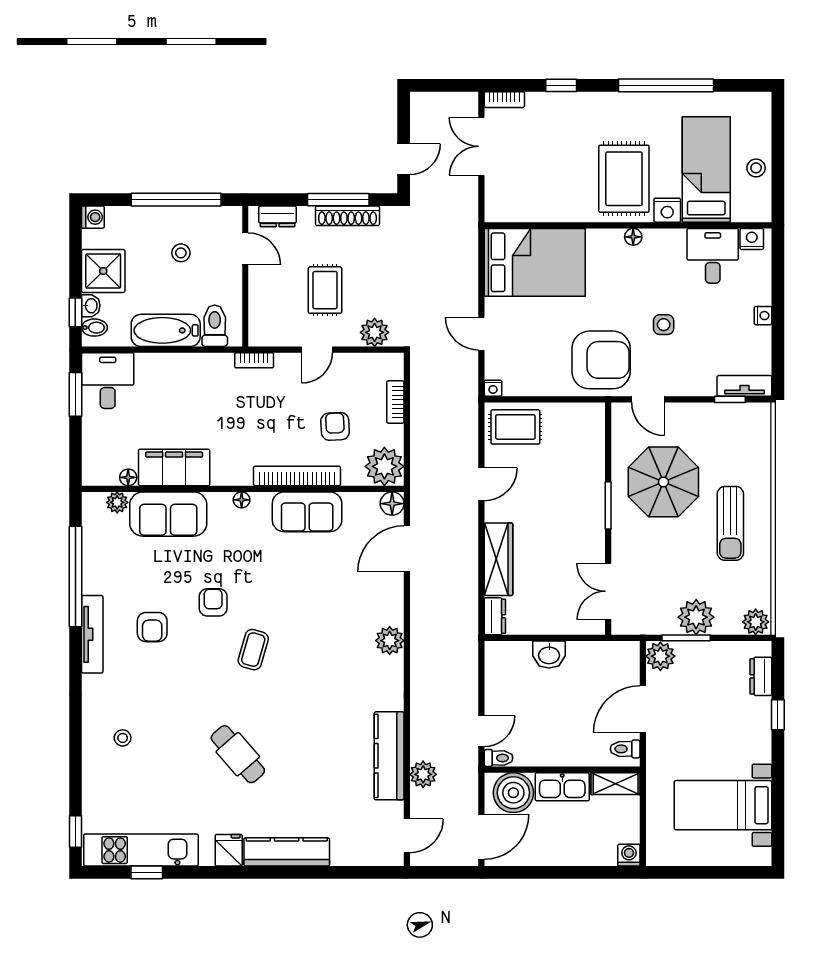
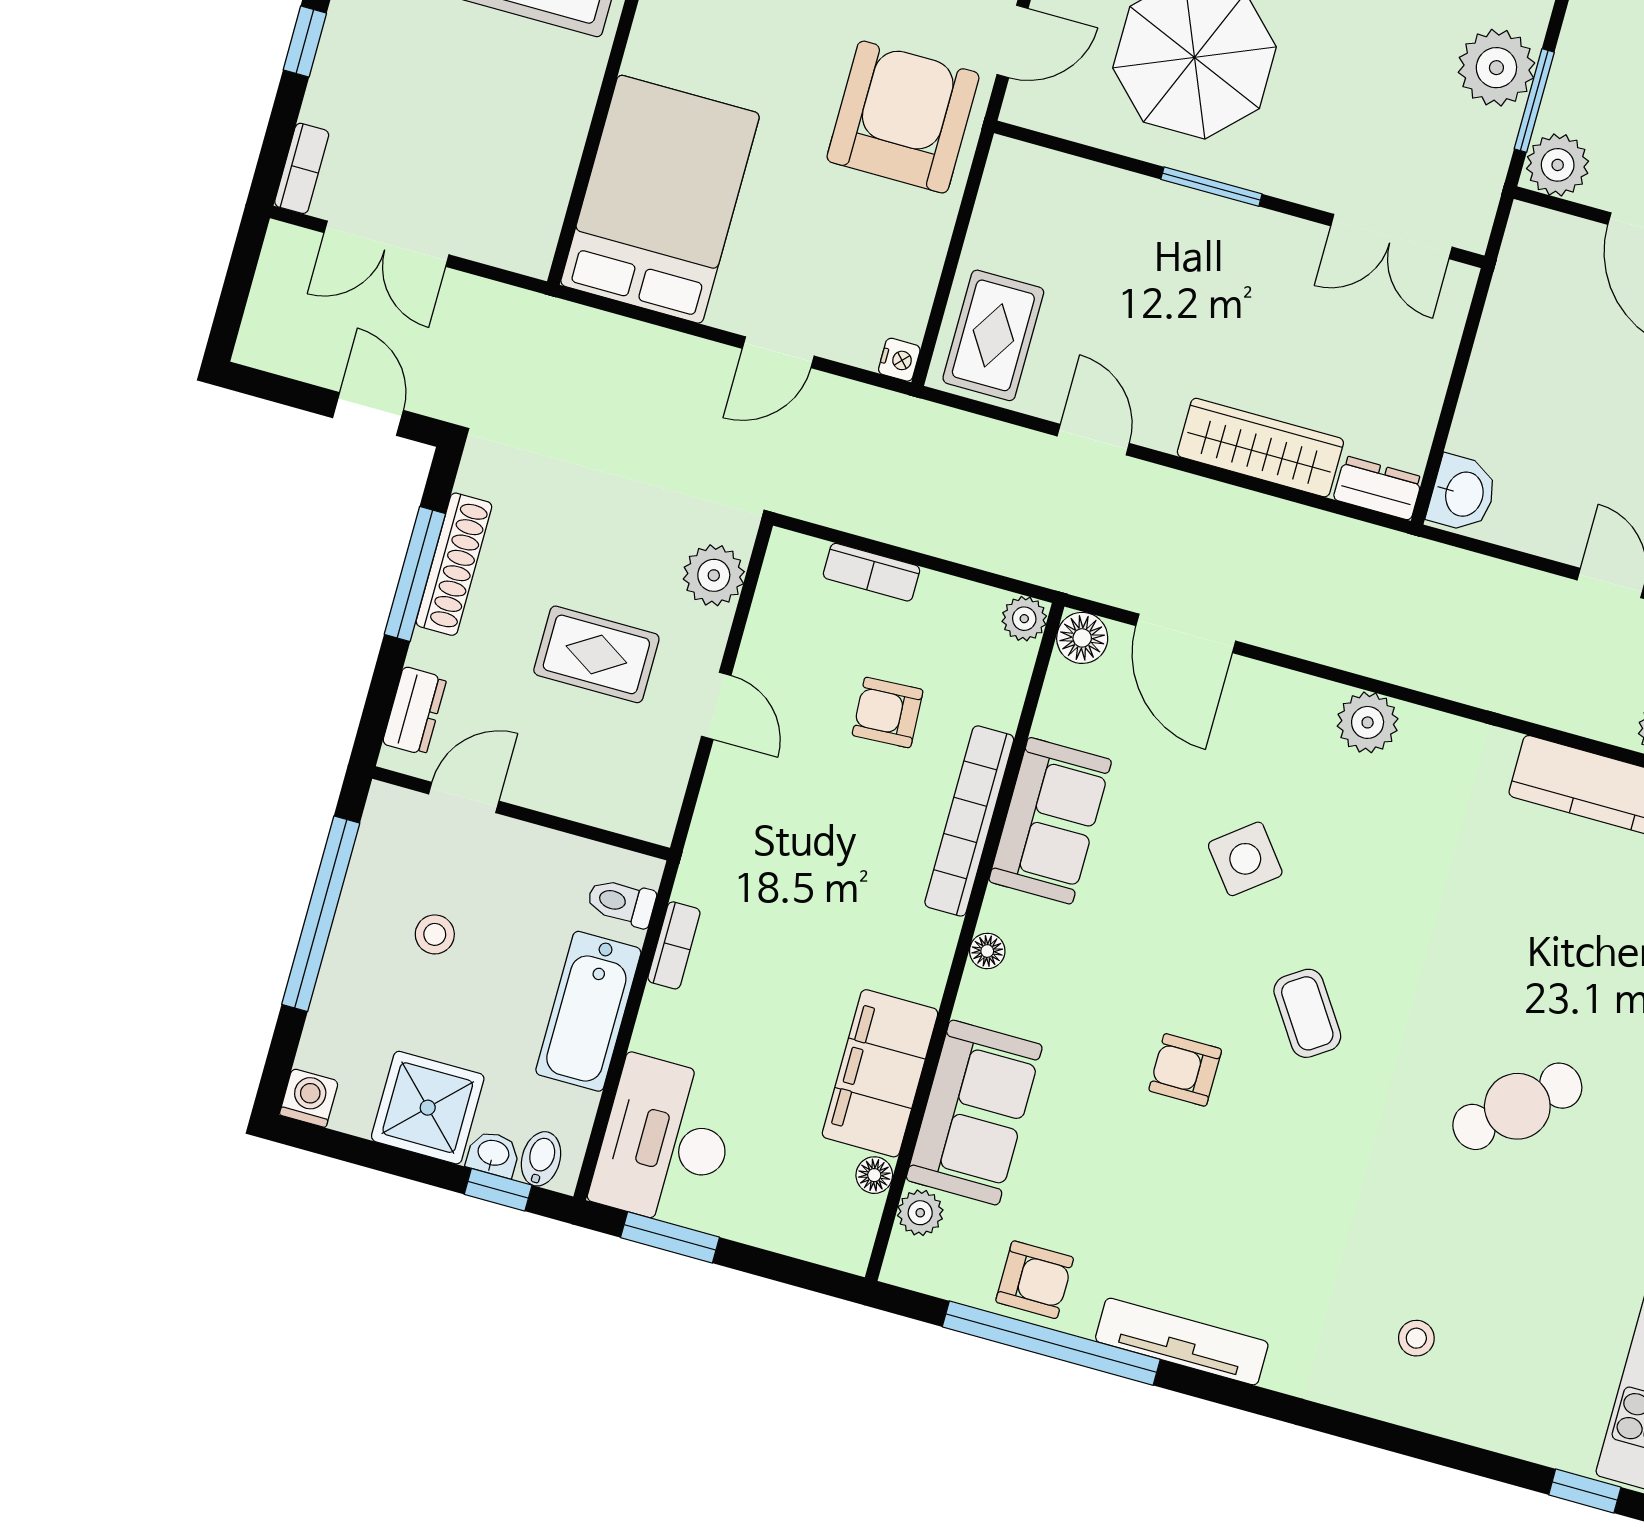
toilet: (215, 326) -> (621, 902), width x0.73, depth x0.72
bookcase: (254, 360) -> (674, 945), moved
desk: (108, 381) -> (665, 1142), width x1.37
plant: (384, 466) -> (1024, 619), width x0.53, depth x0.53
side table: (314, 603) -> (1245, 859), added
armchair: (152, 627) -> (1035, 1280), moved
coffee table: (253, 650) -> (1307, 1013), turned 40
washbasin: (549, 655) -> (1463, 494), moved

